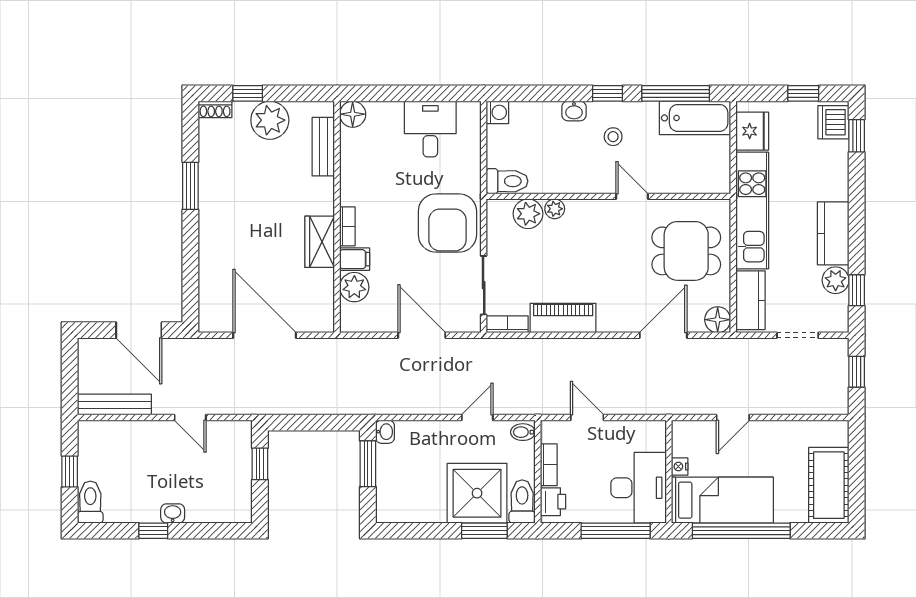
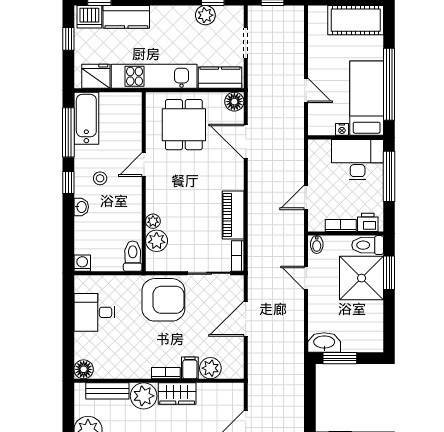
plant: (316, 196) -> (144, 396), added
kitchen counter: (833, 233) -> (126, 17), moved
washbasin: (385, 432) -> (324, 343), width x1.91, depth x1.45

